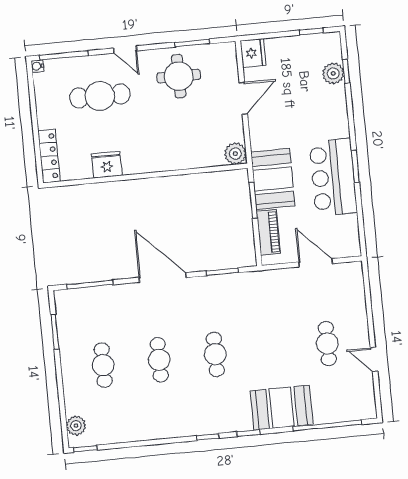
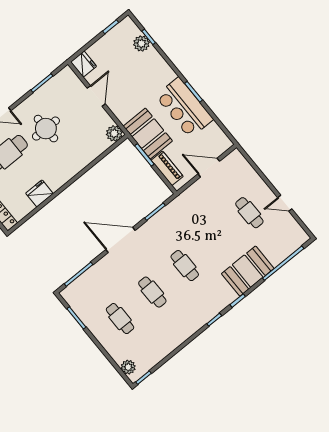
round table: (179, 76) -> (46, 129), moved

